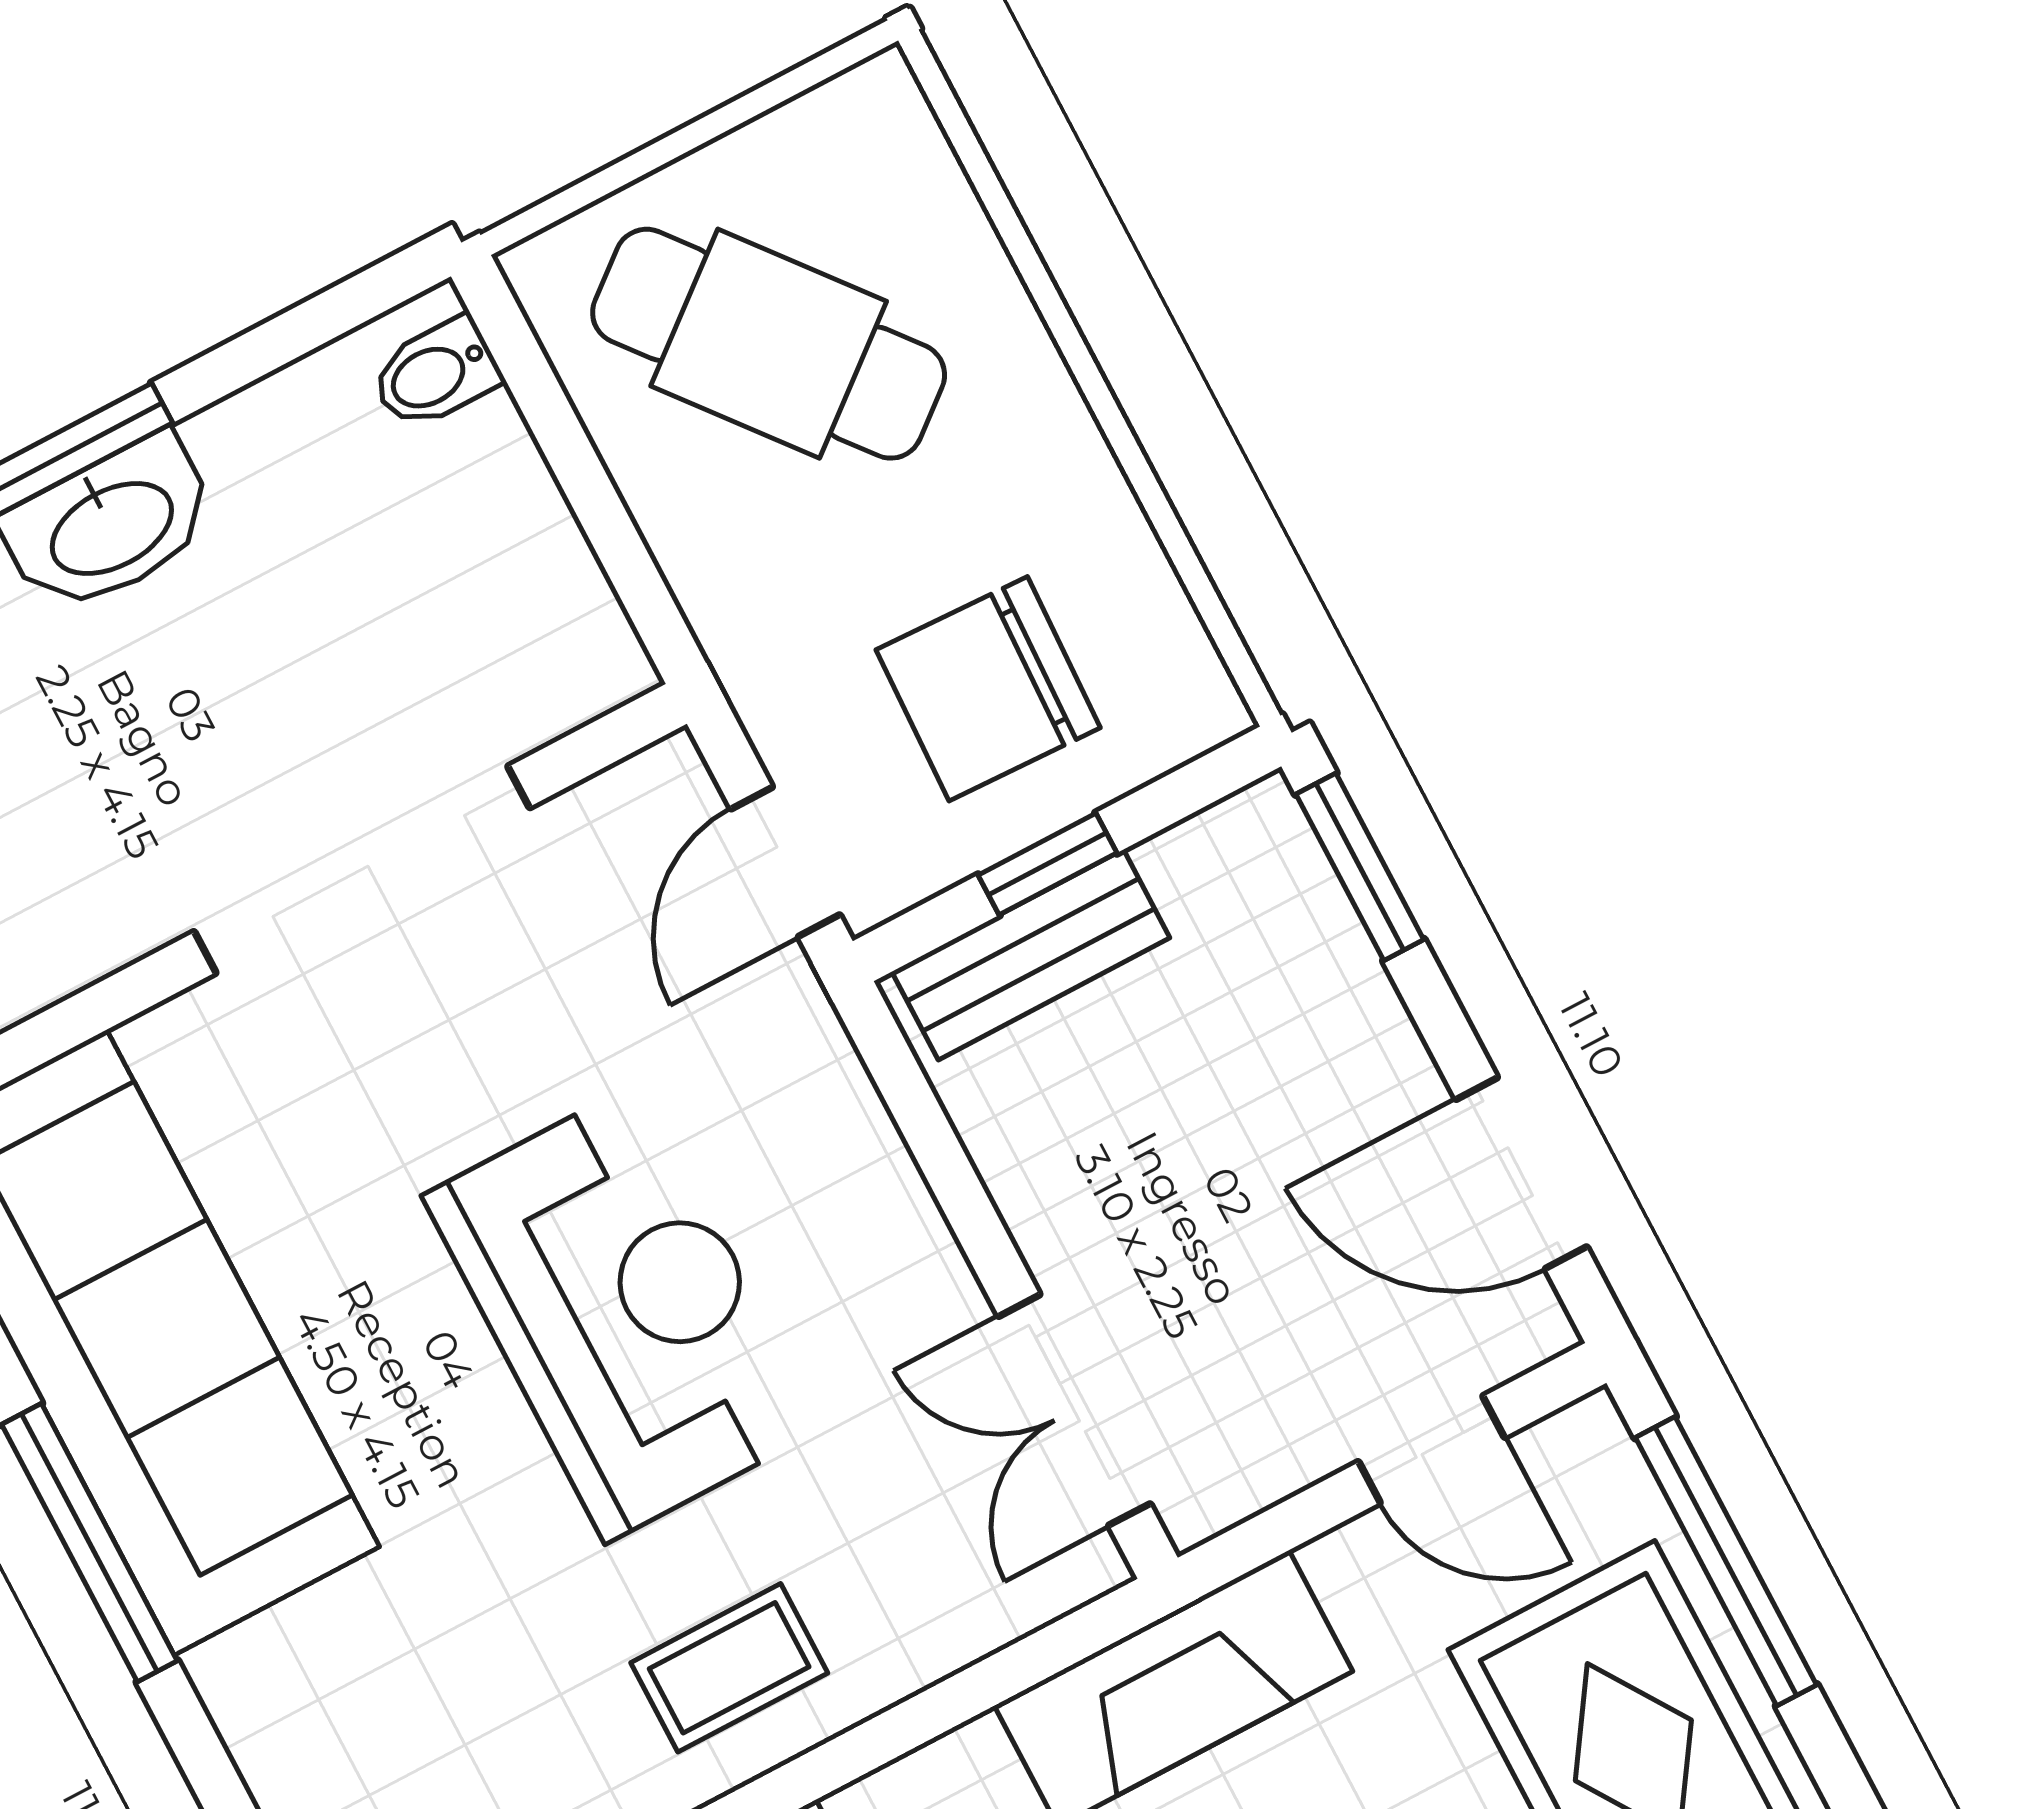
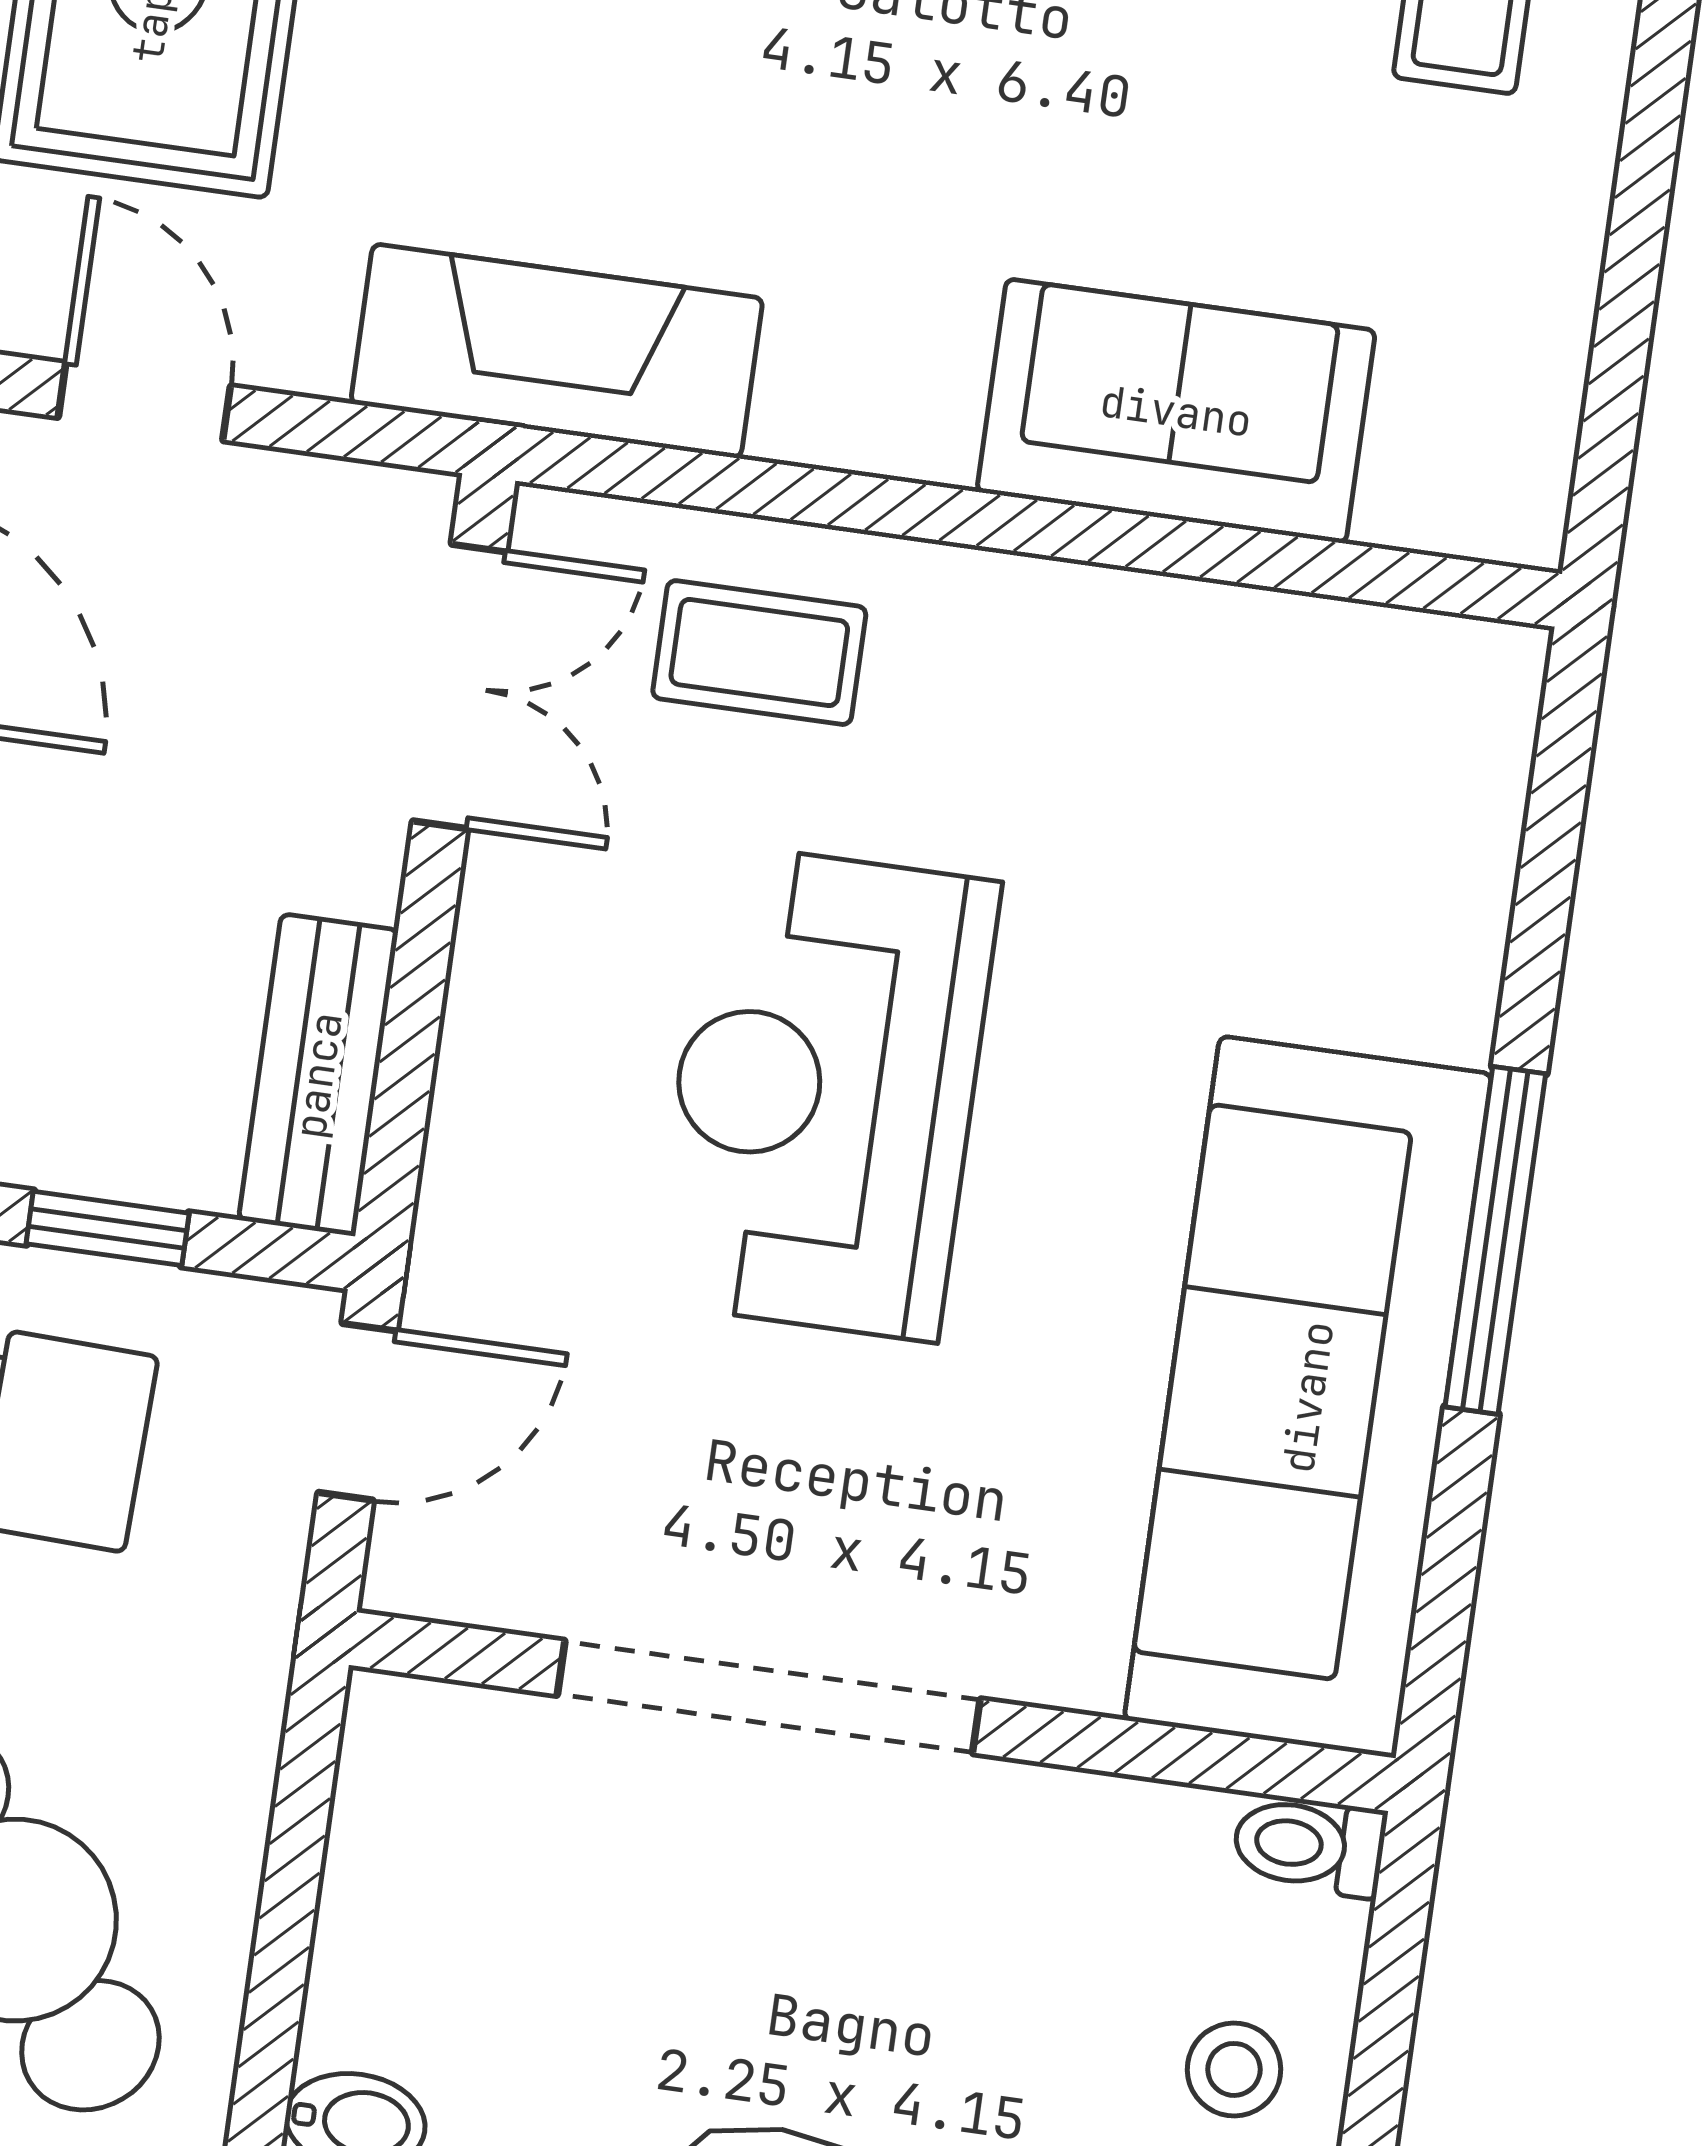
bench: (1031, 955) -> (318, 1075), moved, turned 90
coffee table: (729, 1668) -> (759, 653), moved

